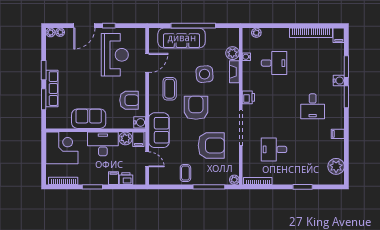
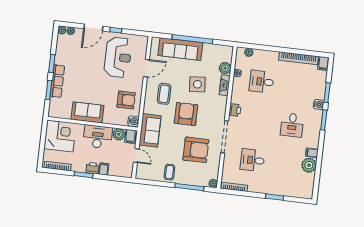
desk: (274, 63) -> (262, 82), turned 180
plant: (336, 166) -> (309, 165), moved
printer: (126, 179) -> (92, 168), moved

